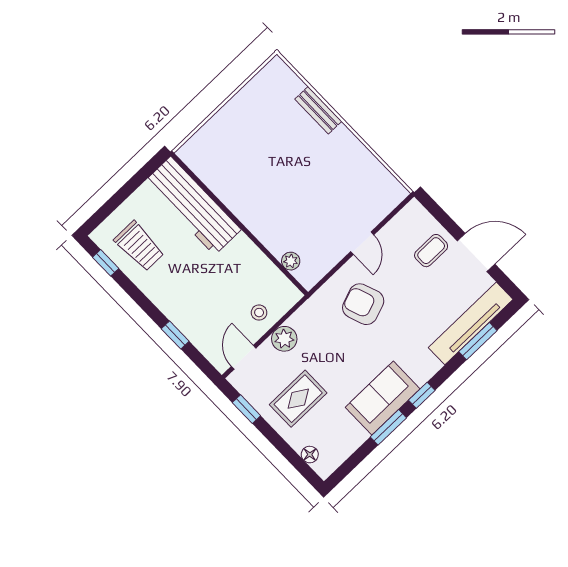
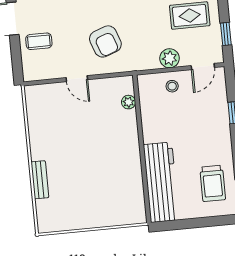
door: (362, 243) -> (77, 79), swing flipped
trolley: (139, 246) -> (213, 183), turned 180

